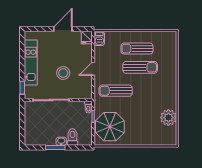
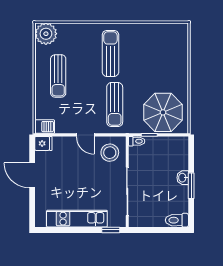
sun lounger: (140, 67) -> (110, 53), moved
stool: (63, 73) -> (110, 153), moved
plant: (168, 118) -> (46, 34), moved
toilet: (72, 137) -> (177, 220), moved

